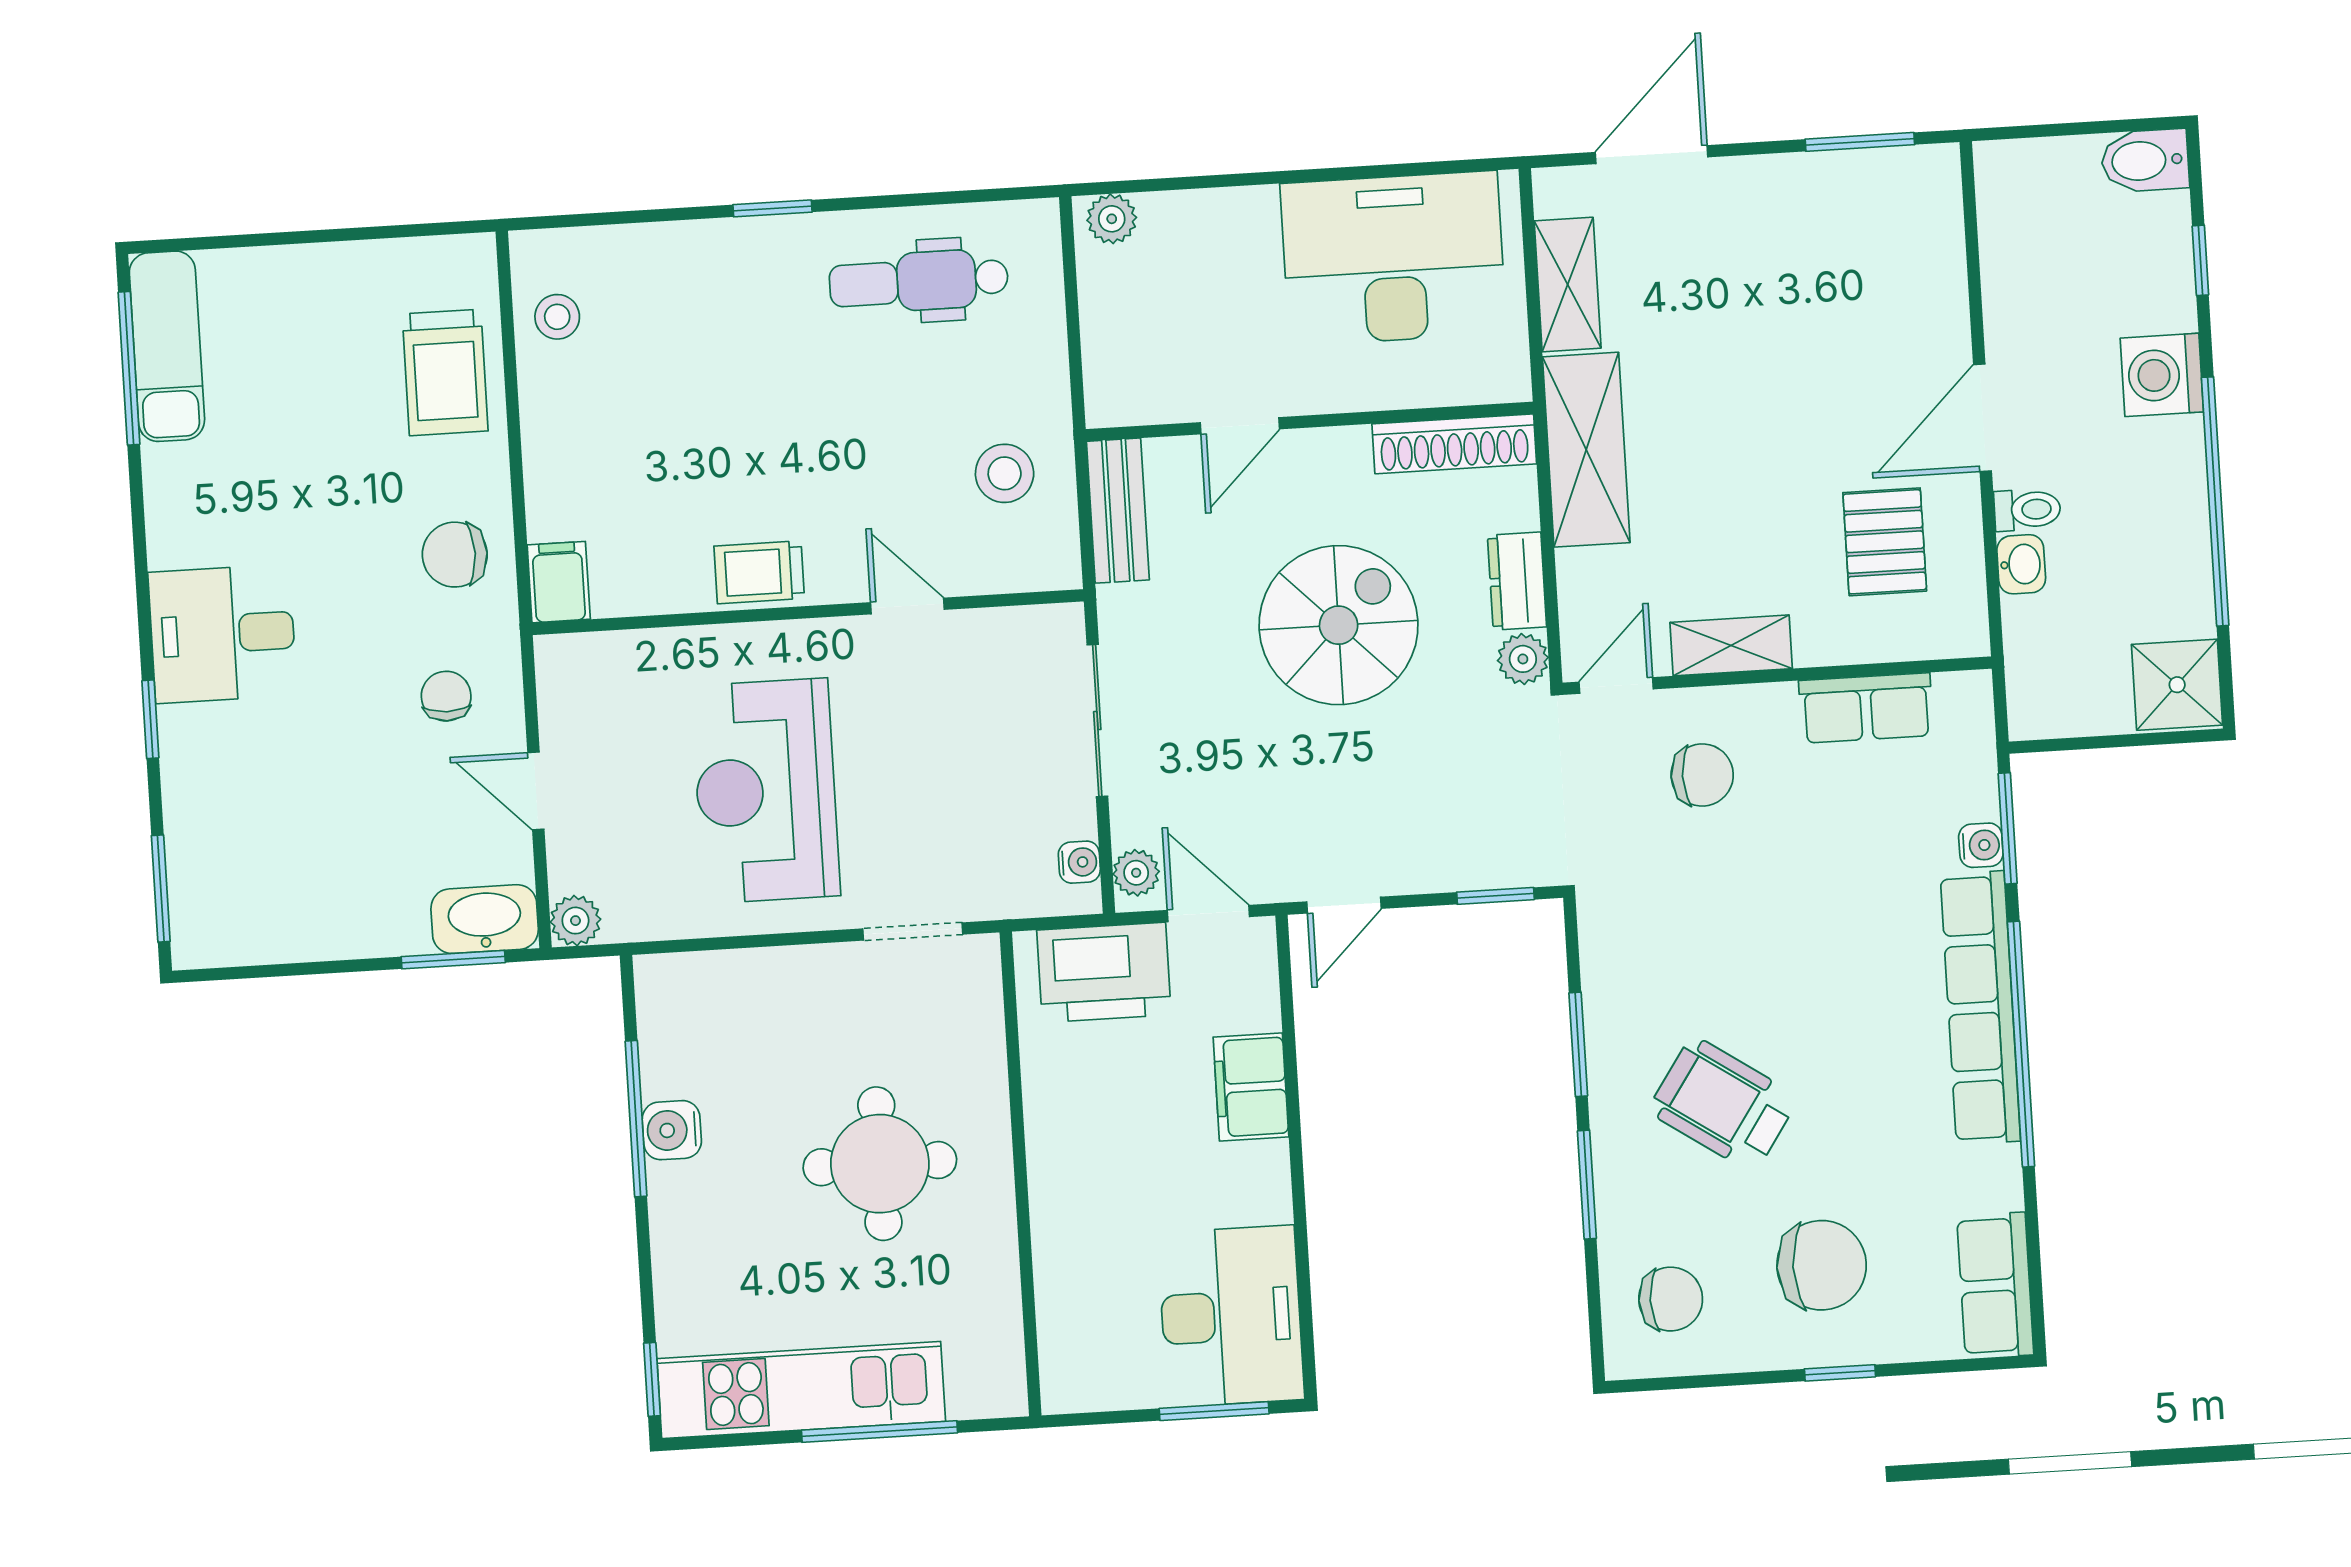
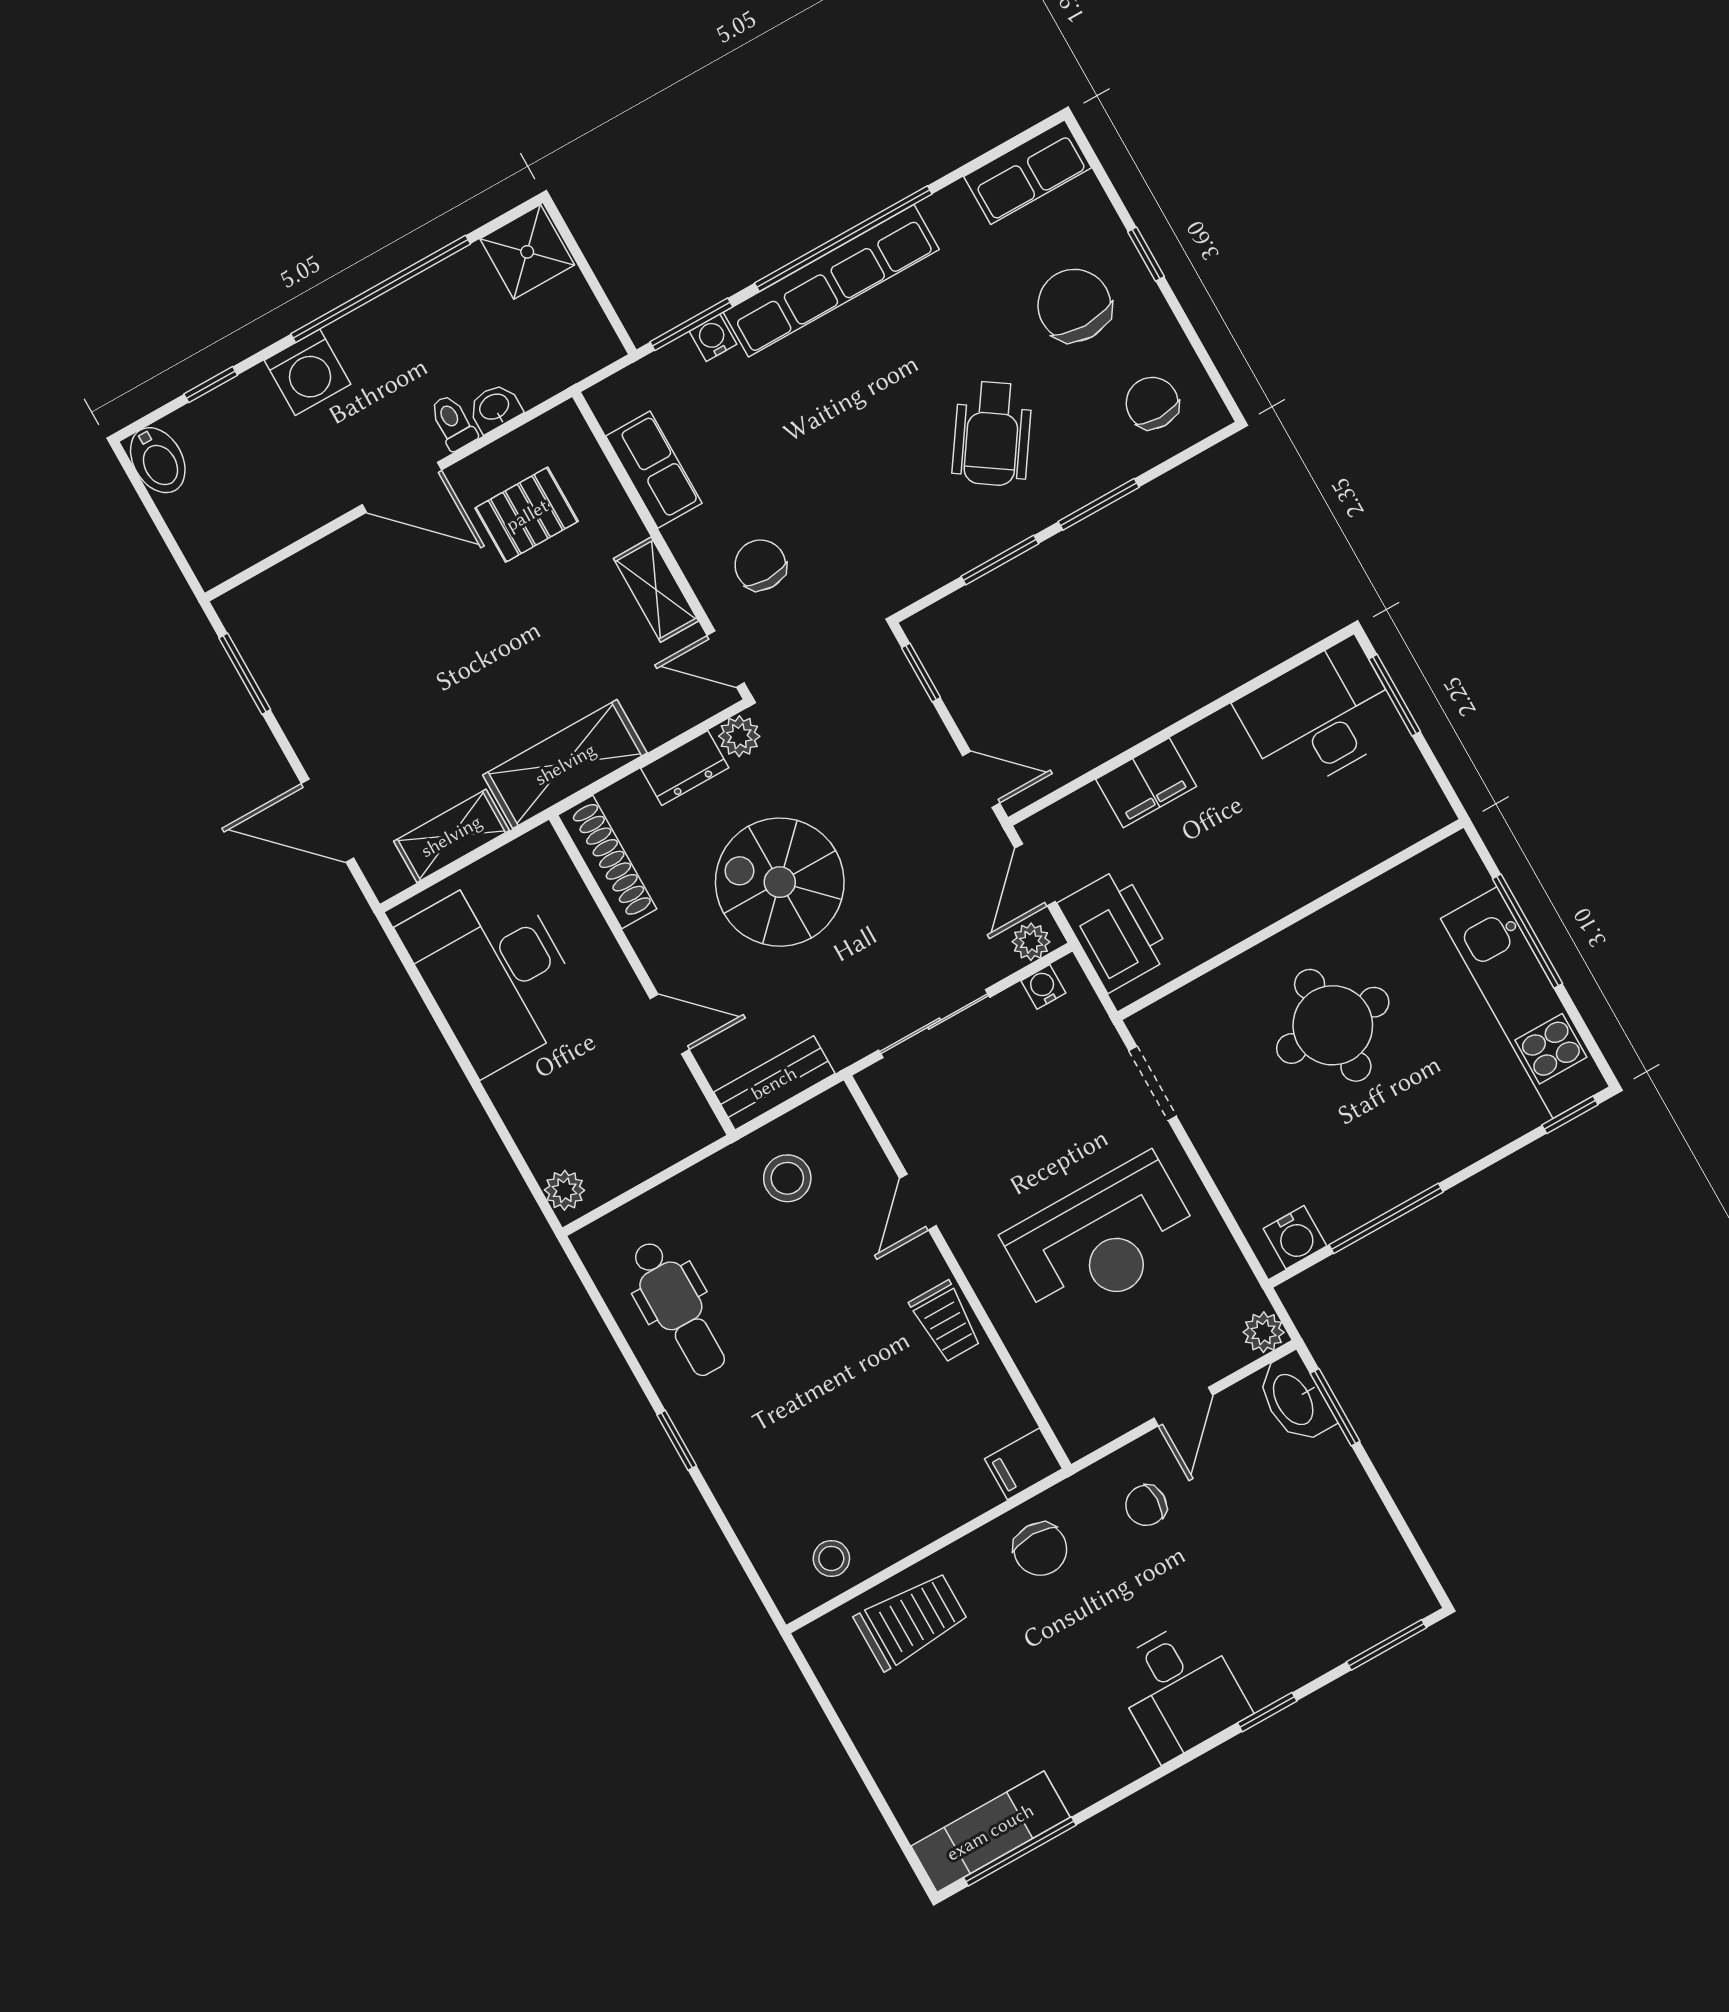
water cooler: (672, 1130) -> (1295, 1237), moved

